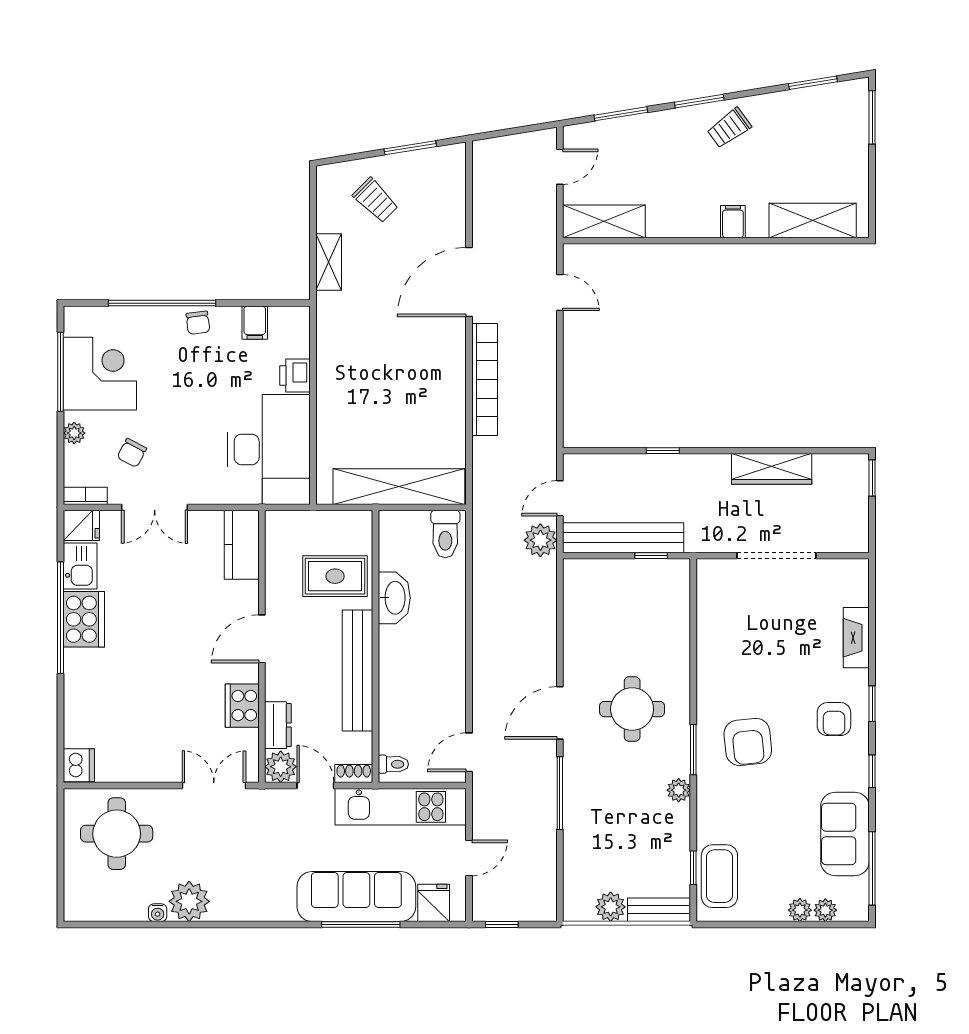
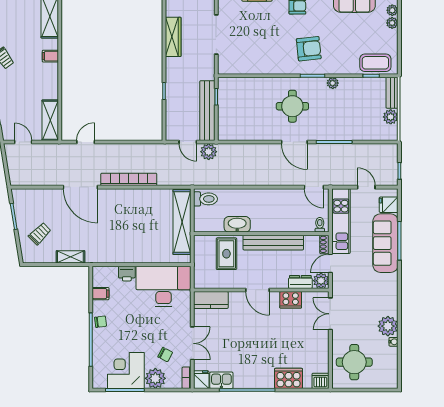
plant: (74, 433) -> (155, 378), width x1.87, depth x1.87
cooker: (84, 619) -> (289, 378), moved

